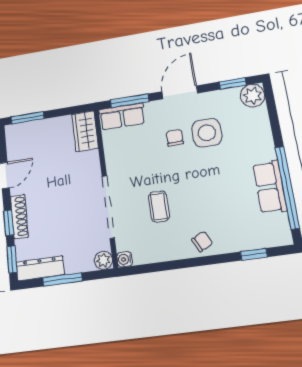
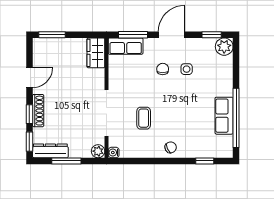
side table: (207, 133) -> (187, 69), width x0.54, depth x0.54

